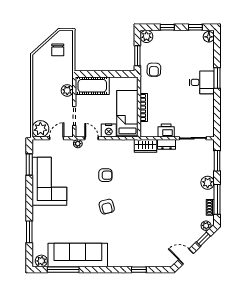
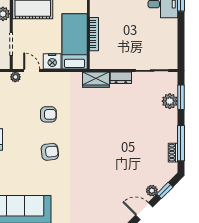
printer: (166, 130) -> (120, 61), removed
plant: (208, 183) -> (170, 101), moved
armchair: (107, 207) -> (50, 152), turned -83
plant: (206, 226) -> (152, 191), moved

